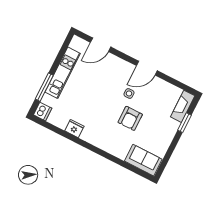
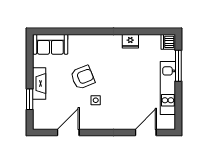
door: (147, 68) -> (68, 133), moved
fireplace: (183, 106) -> (39, 84), moved
armchair: (130, 118) -> (83, 77), turned 68

